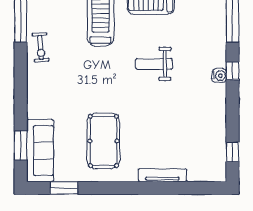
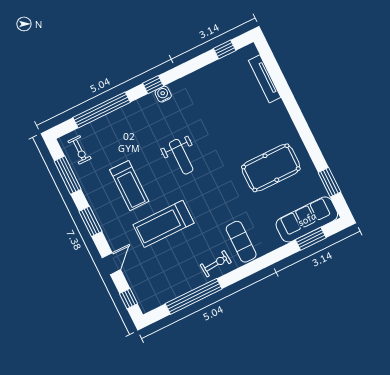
exercise mat: (49, 80) -> (241, 242), added
tv unit: (162, 175) -> (265, 79), moved

